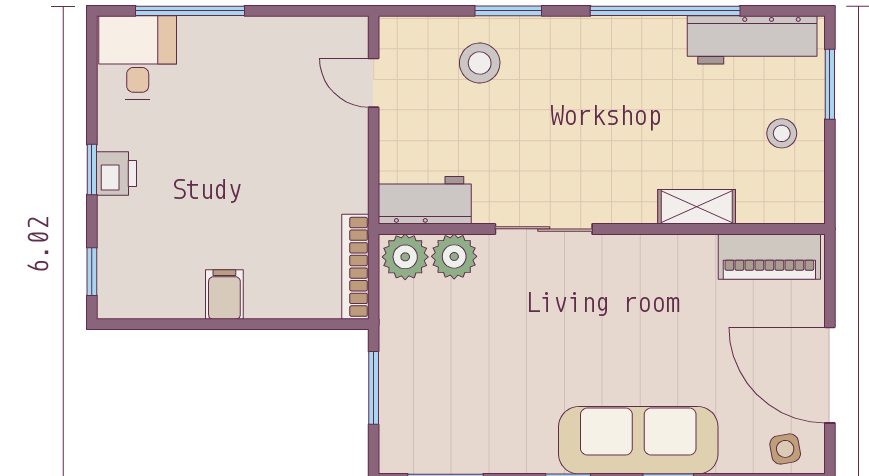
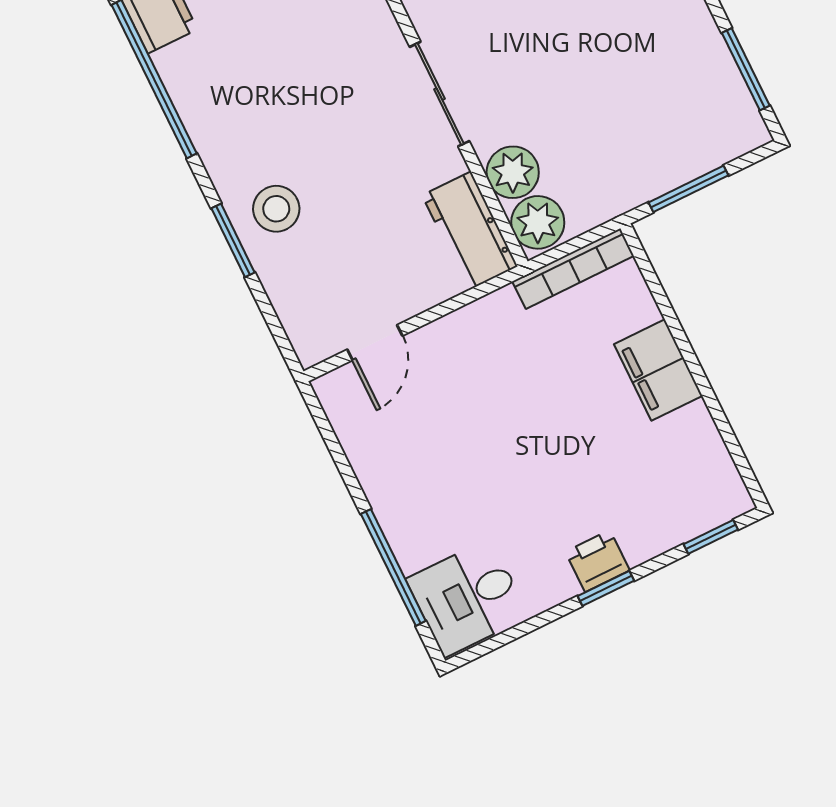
stool: (480, 63) -> (276, 209), moved
filing cabinet: (224, 295) -> (658, 370), width x2.00

